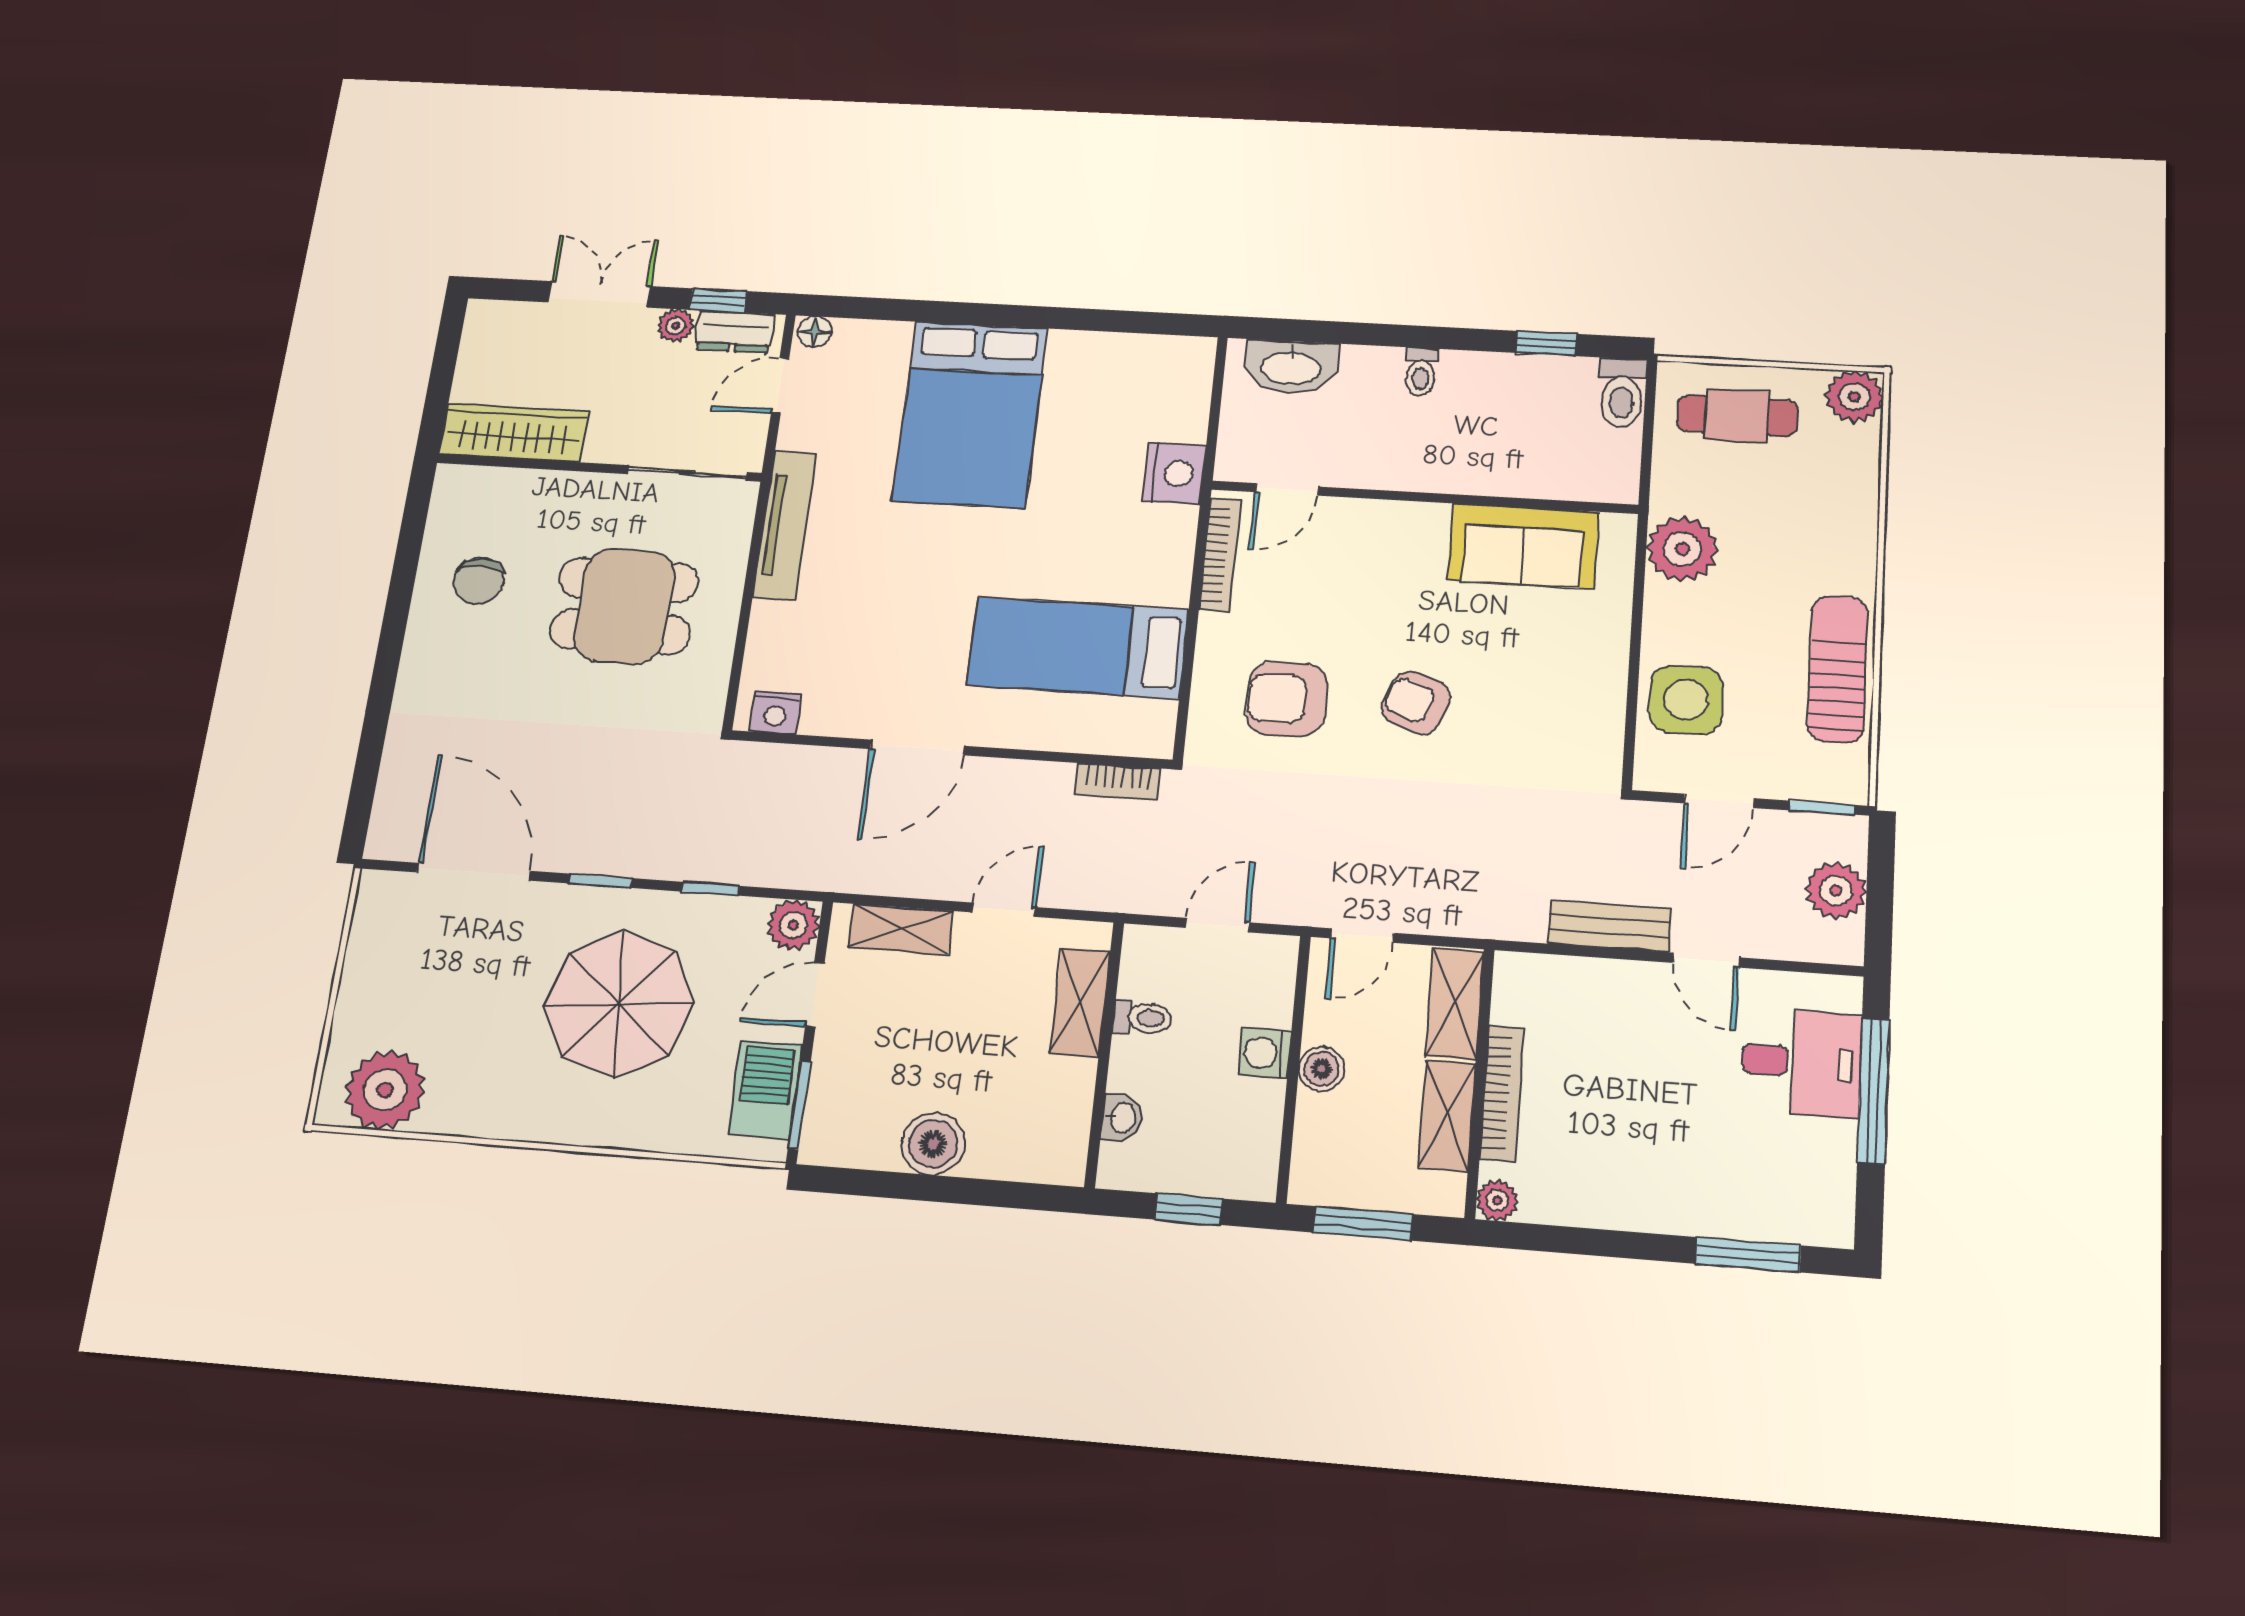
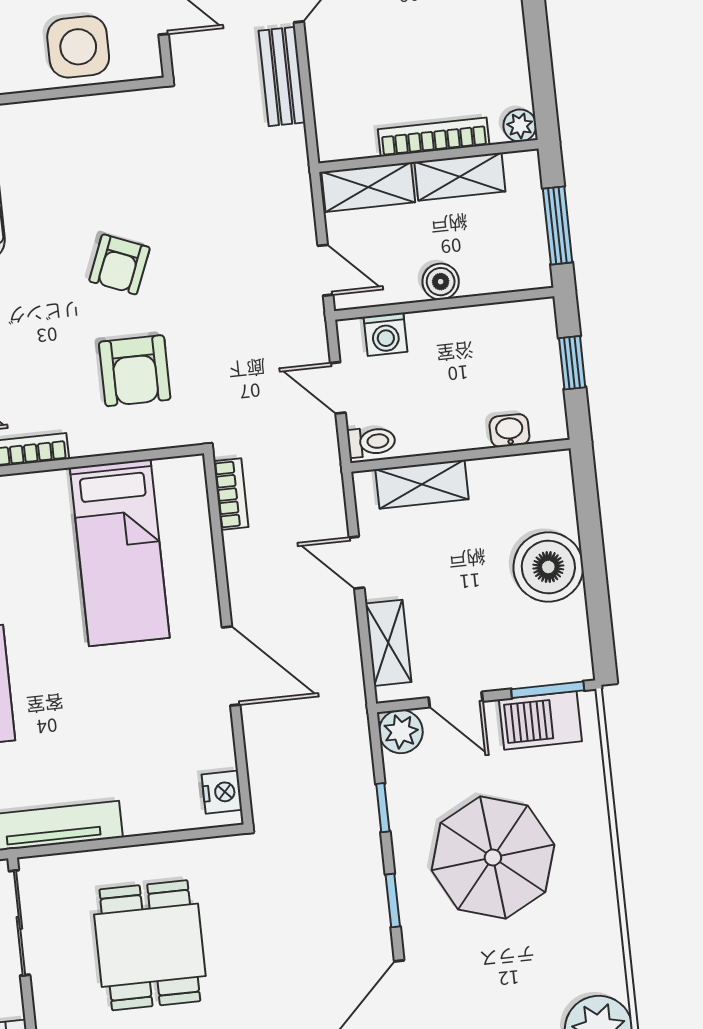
toilet: (1142, 1018) -> (371, 442), moved, turned 90
washing machine: (1265, 1053) -> (385, 334), moved
boiler: (933, 1144) -> (548, 567), width x1.37, depth x1.37

